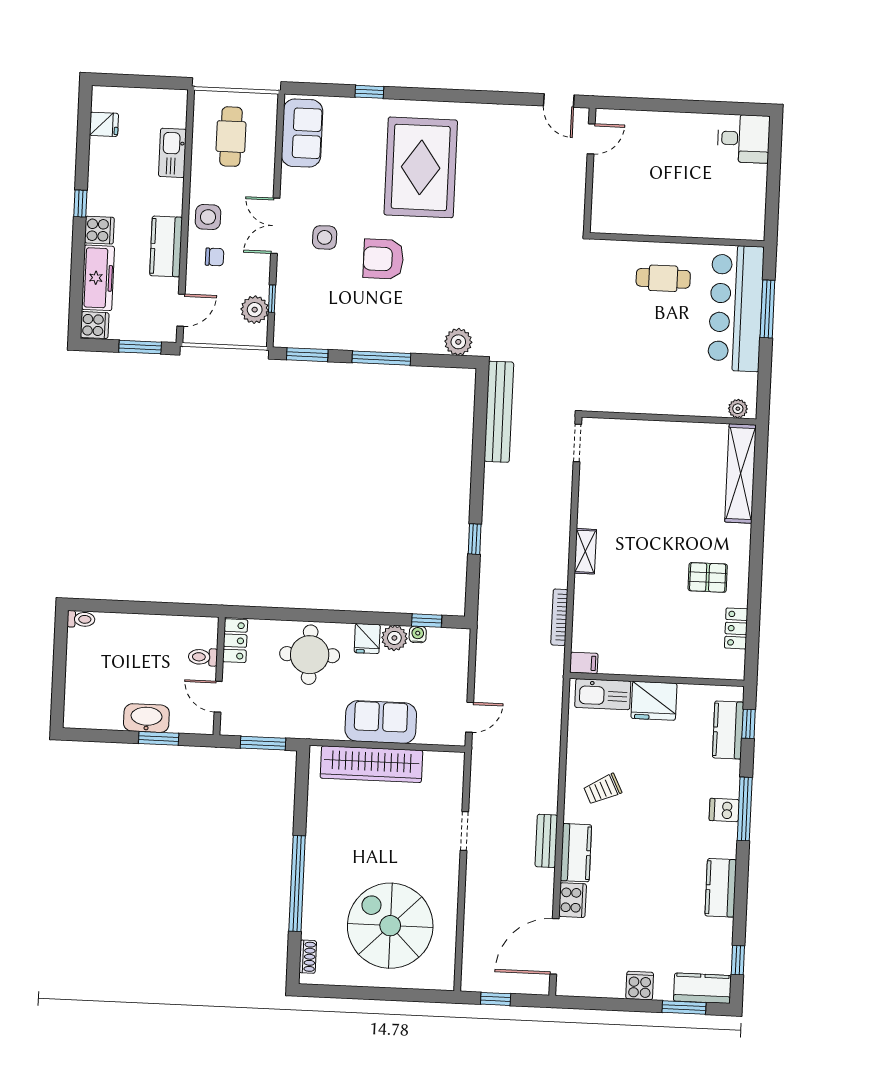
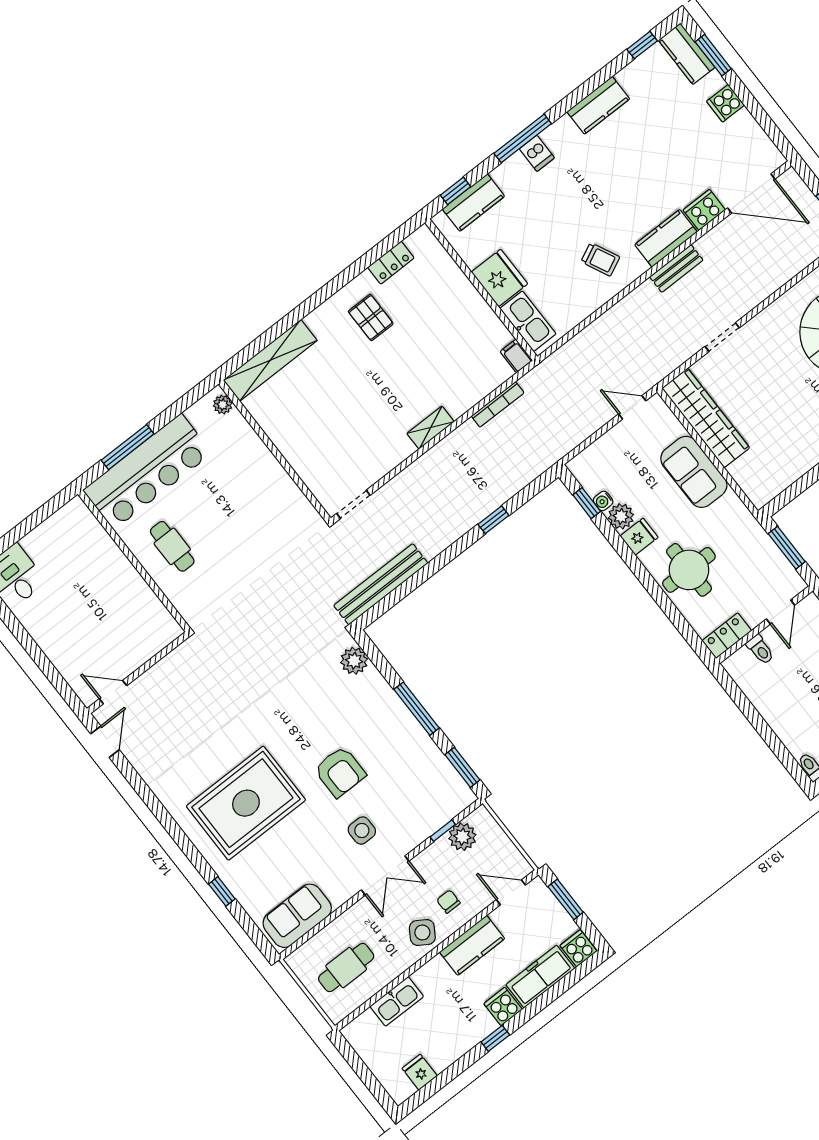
side table: (208, 217) -> (422, 932), turned 32
wardrobe: (371, 764) -> (706, 418), moved

